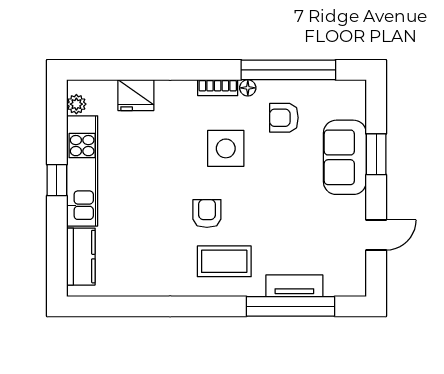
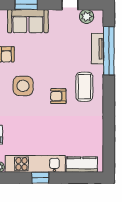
plant: (353, 266) -> (87, 17), added

